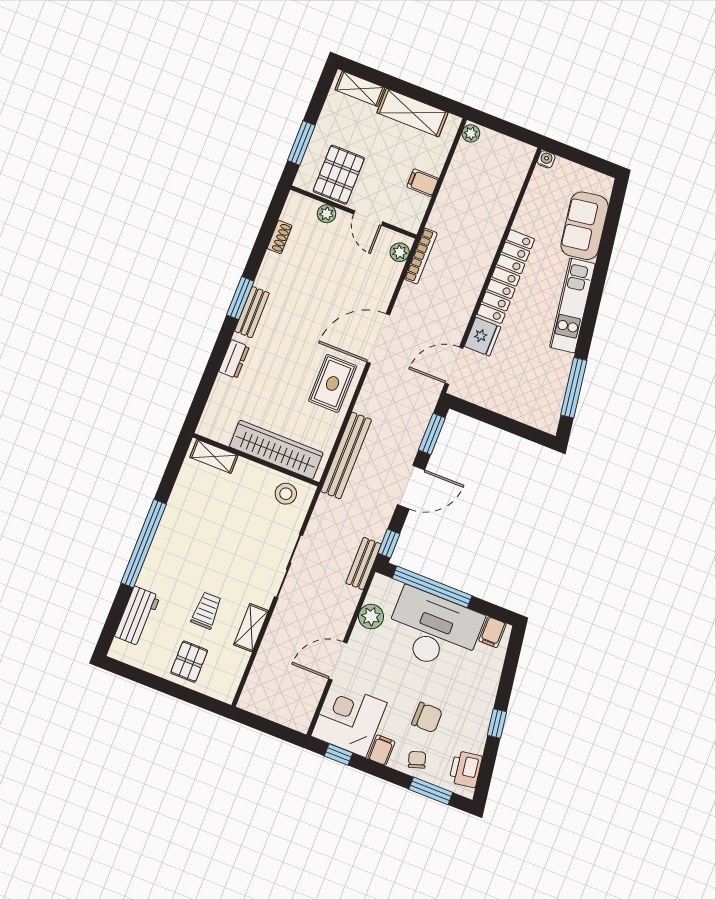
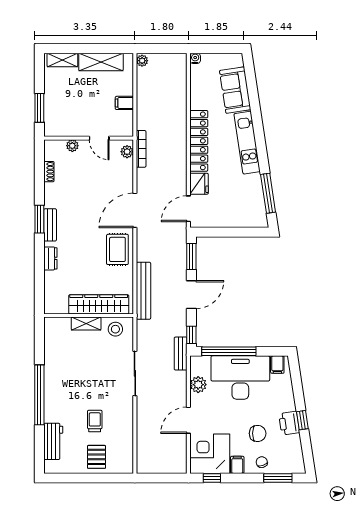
pallet: (339, 175) -> (70, 119), removed
shelving: (214, 456) -> (86, 324), moved
shelving: (251, 628) -> (127, 421), removed
printer: (466, 769) -> (289, 423), moved

